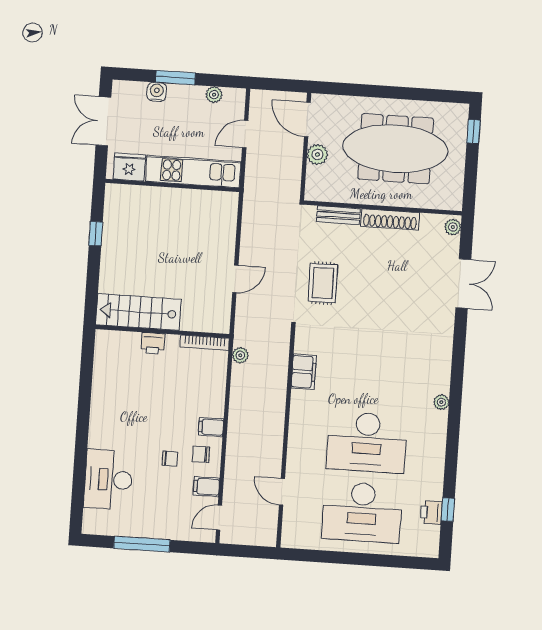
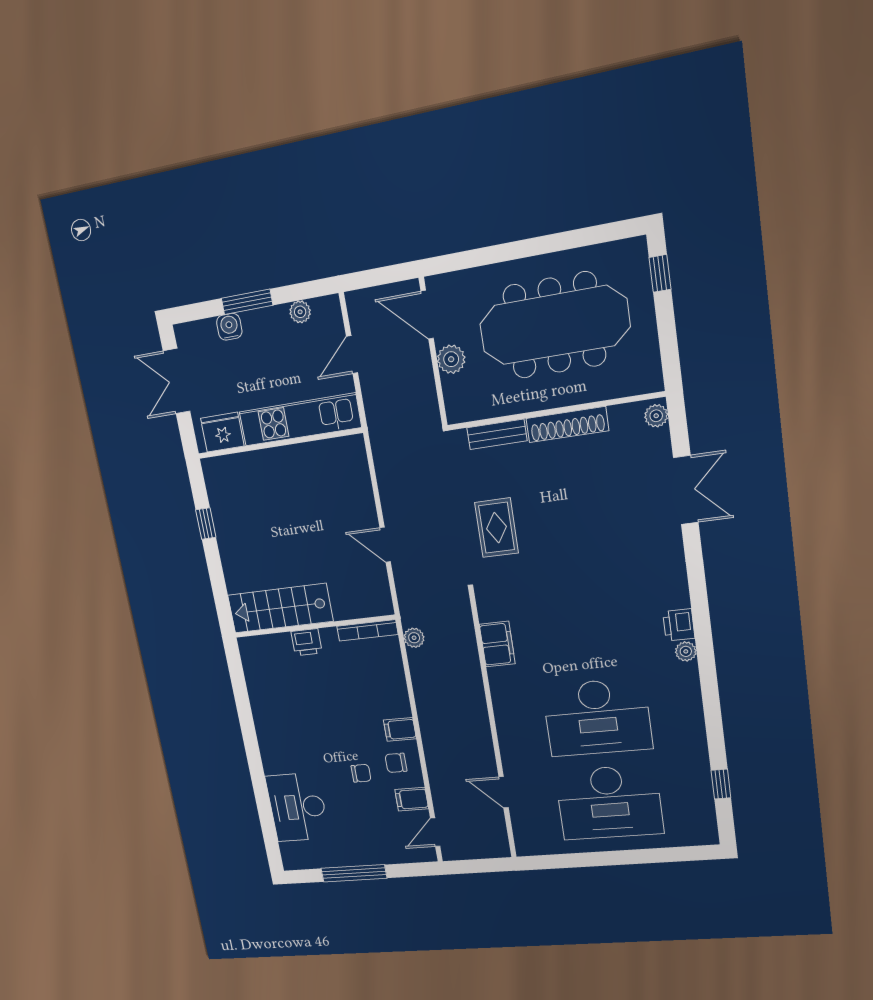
door: (235, 279) -> (385, 545), swing flipped
printer: (431, 513) -> (679, 625), moved

